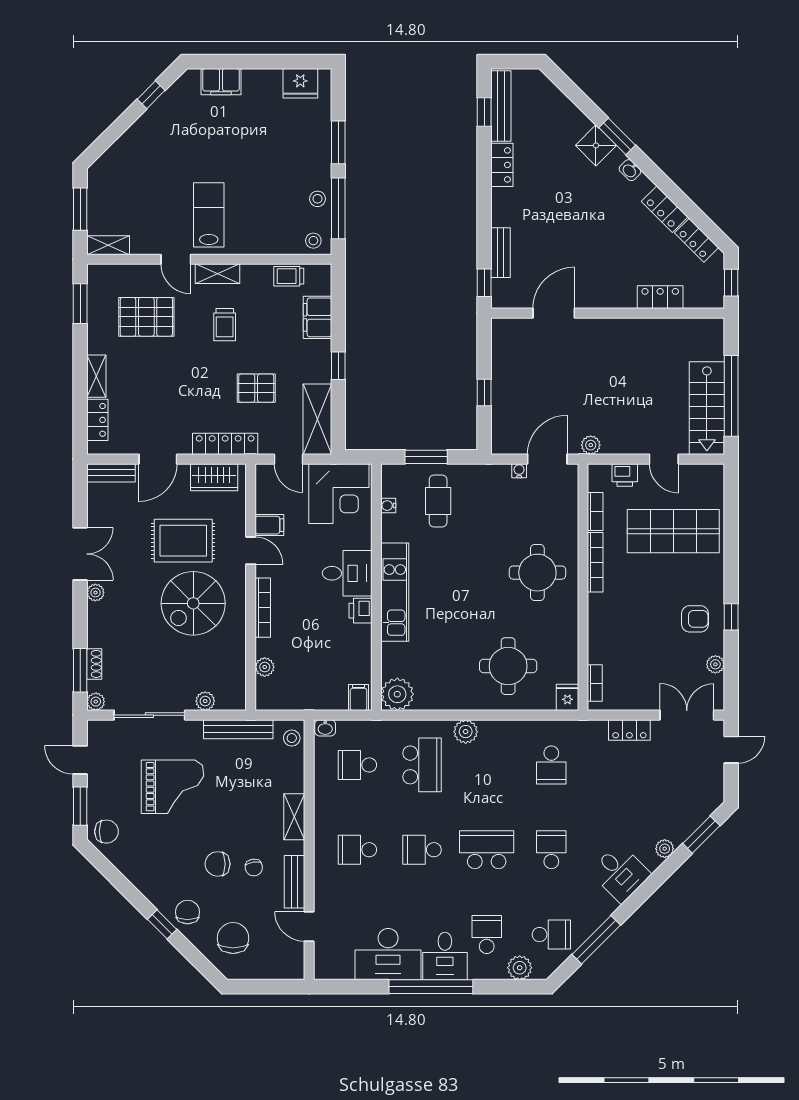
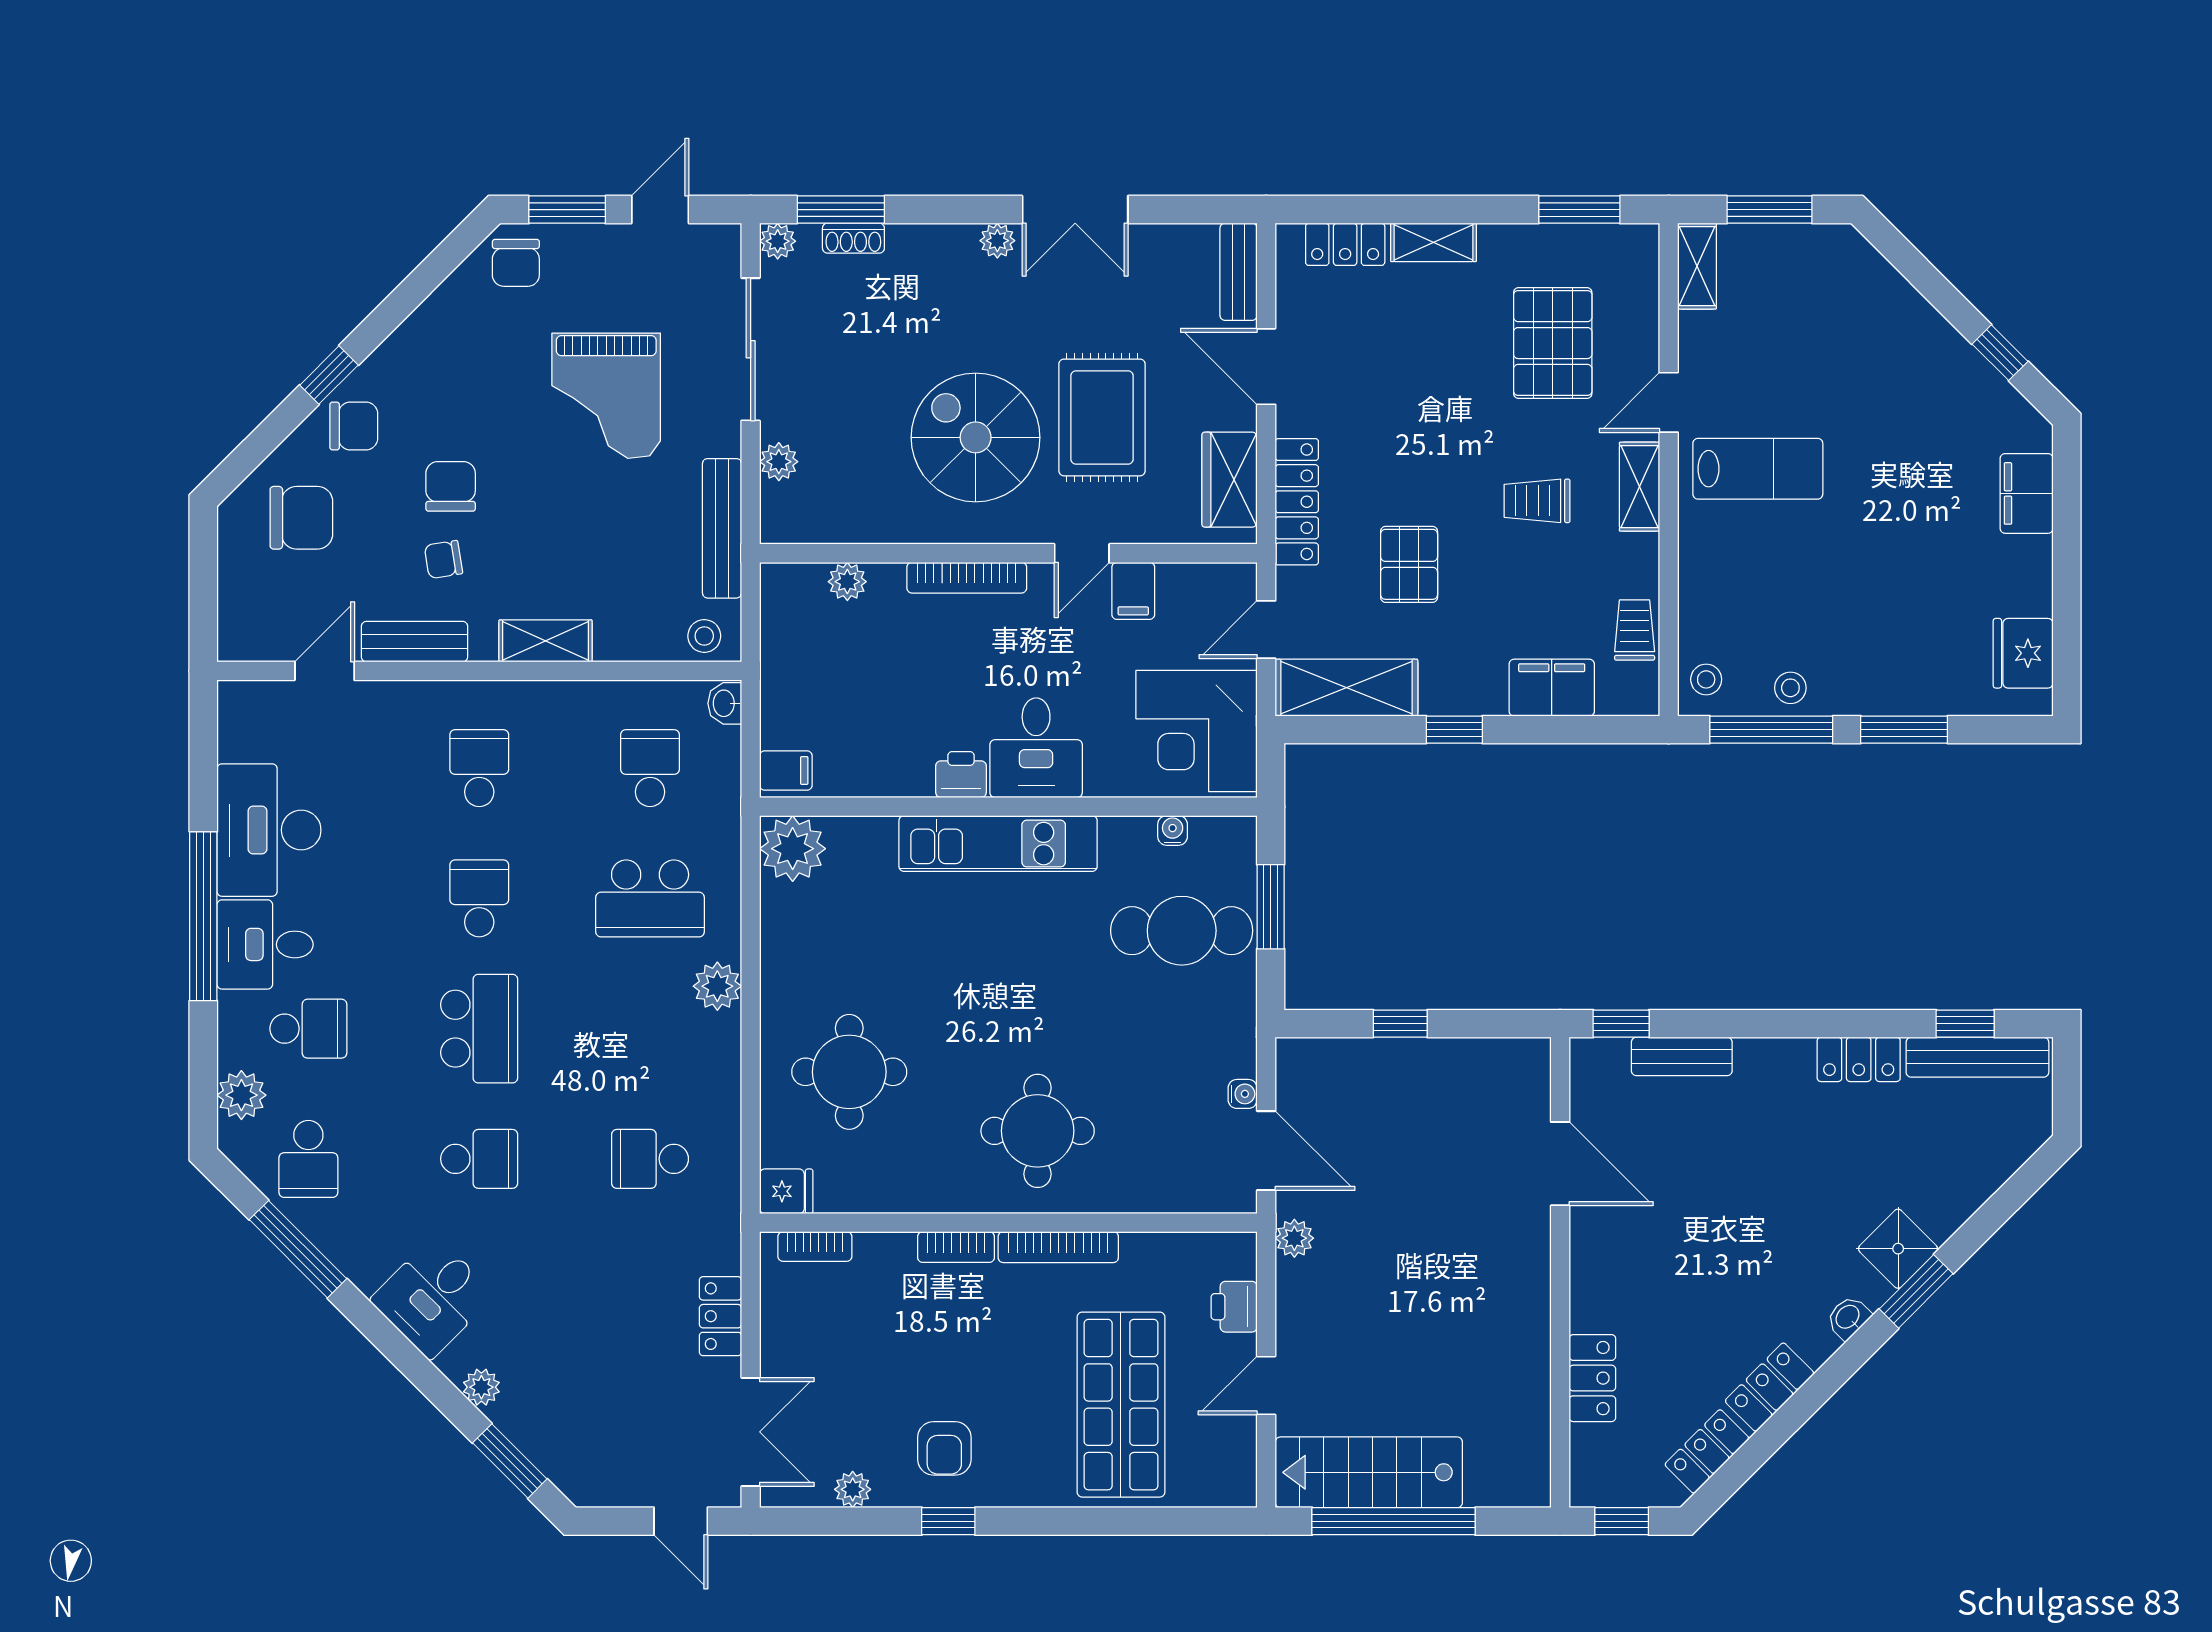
cafe table: (438, 501) -> (1182, 931), width x1.37, depth x1.35
bookcase: (595, 511) -> (956, 1247), moved

